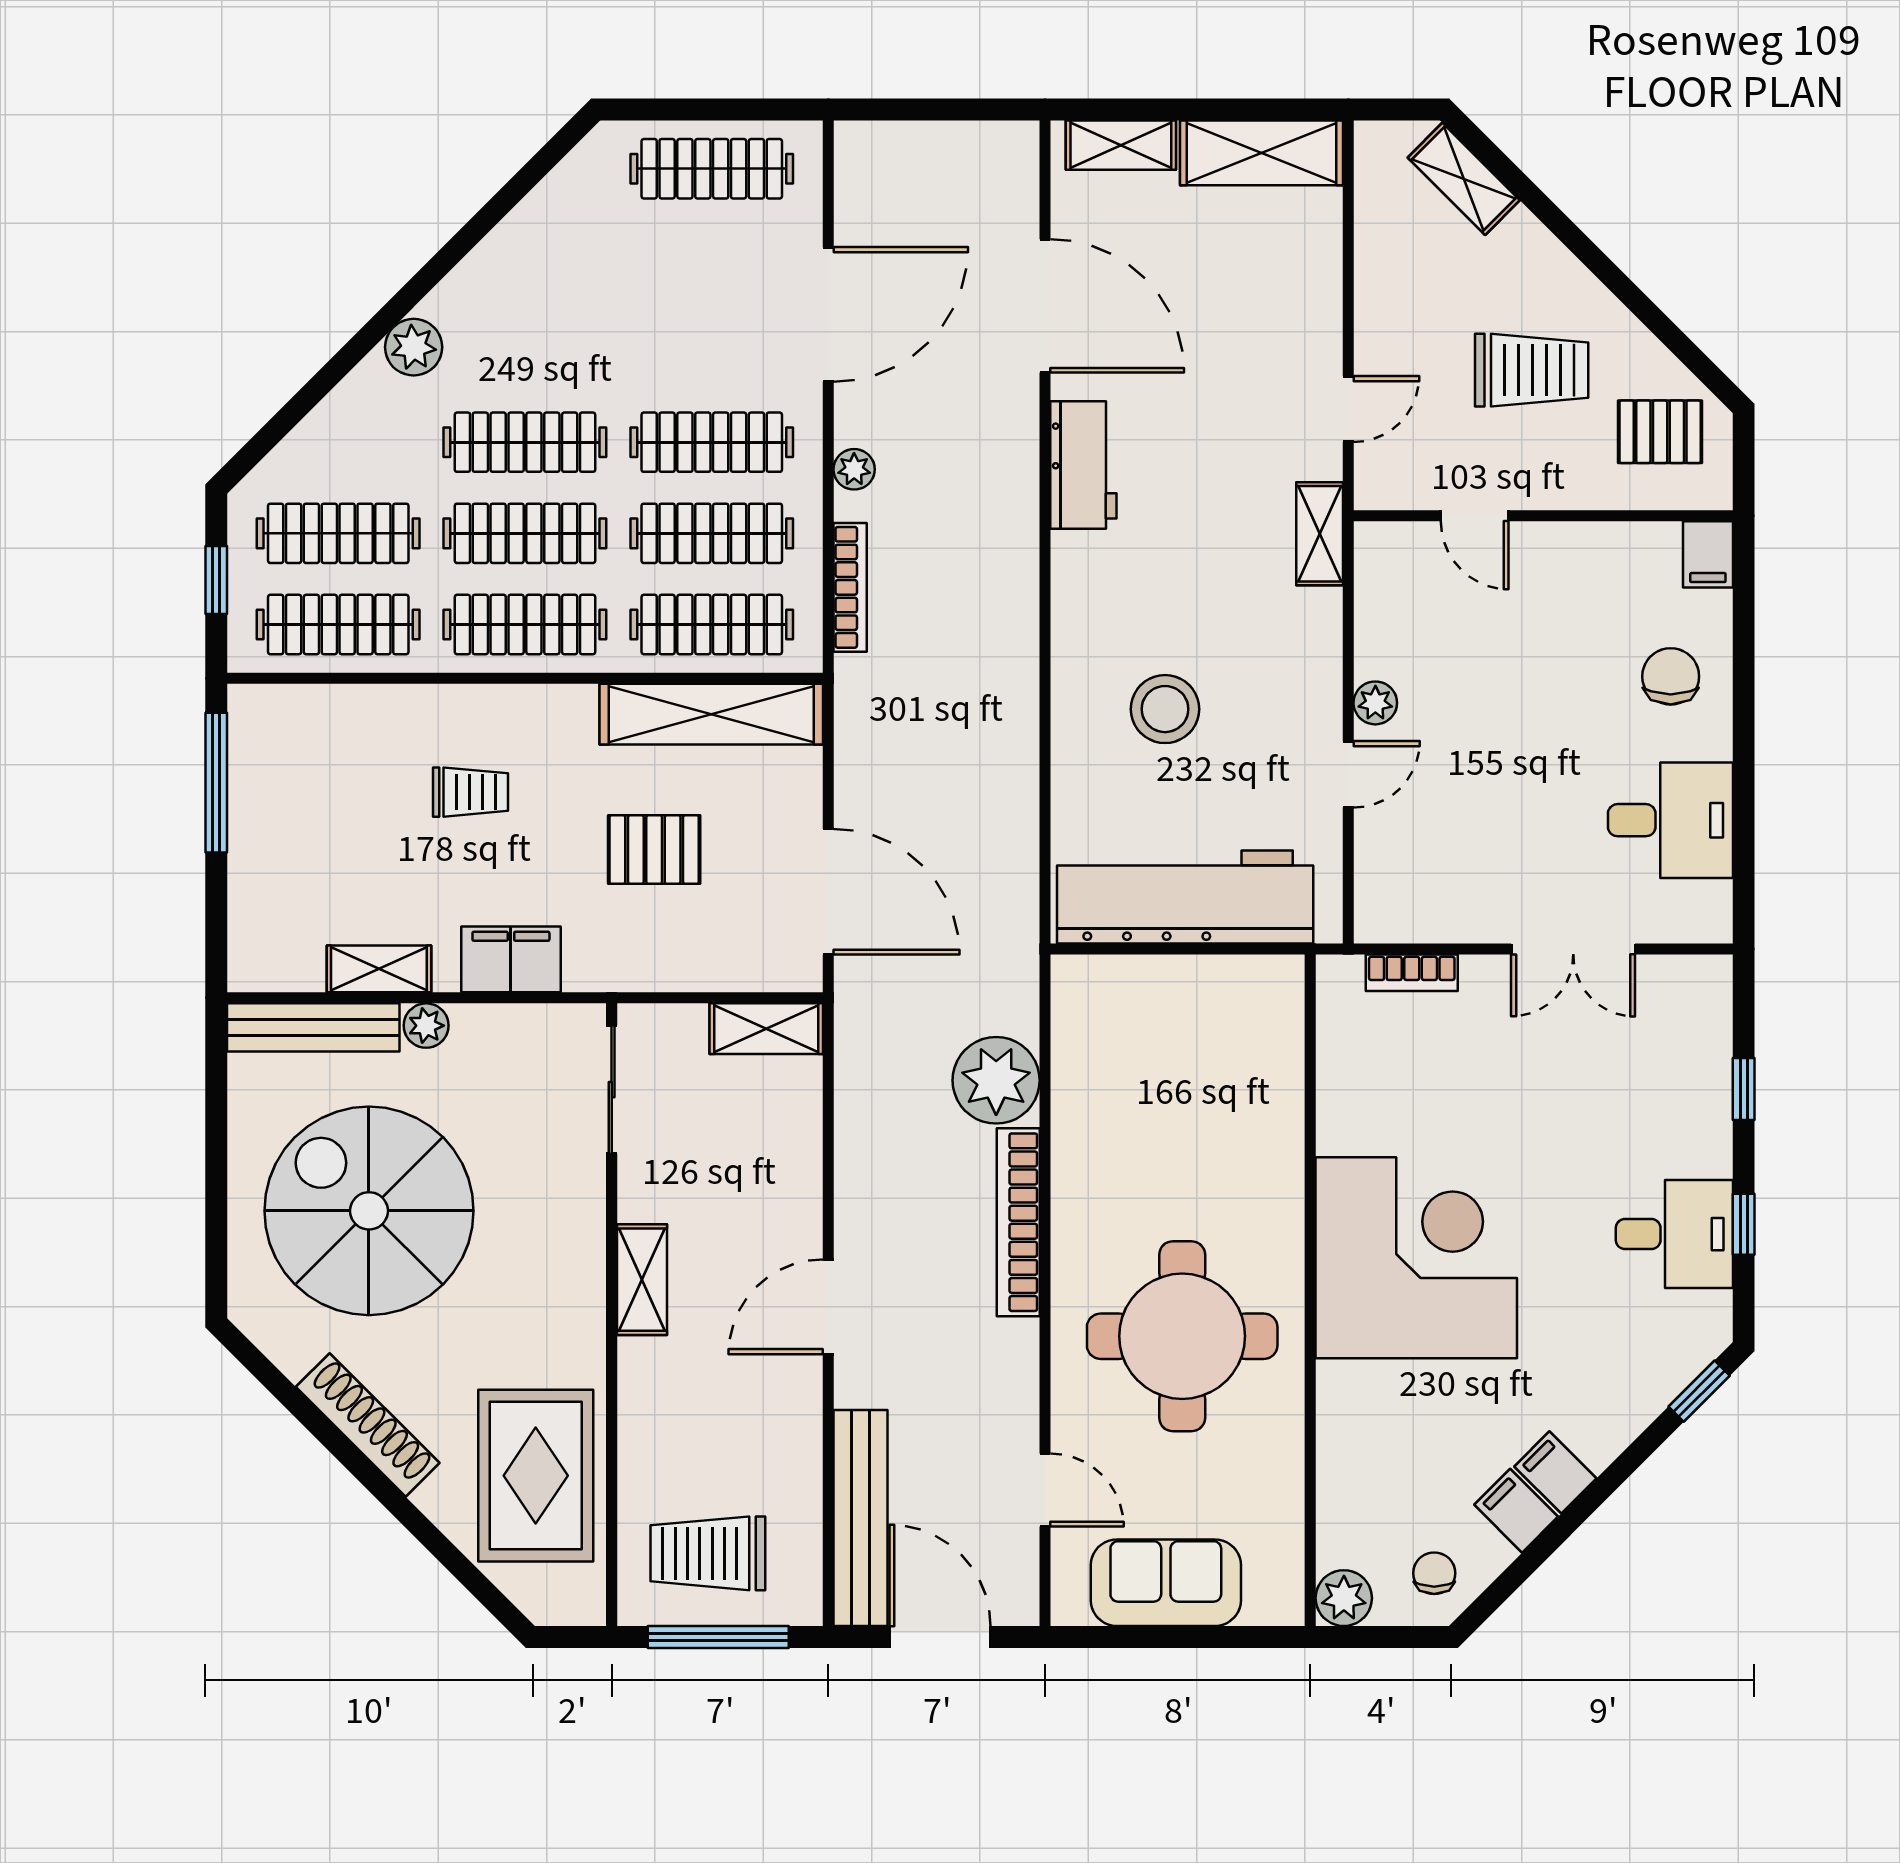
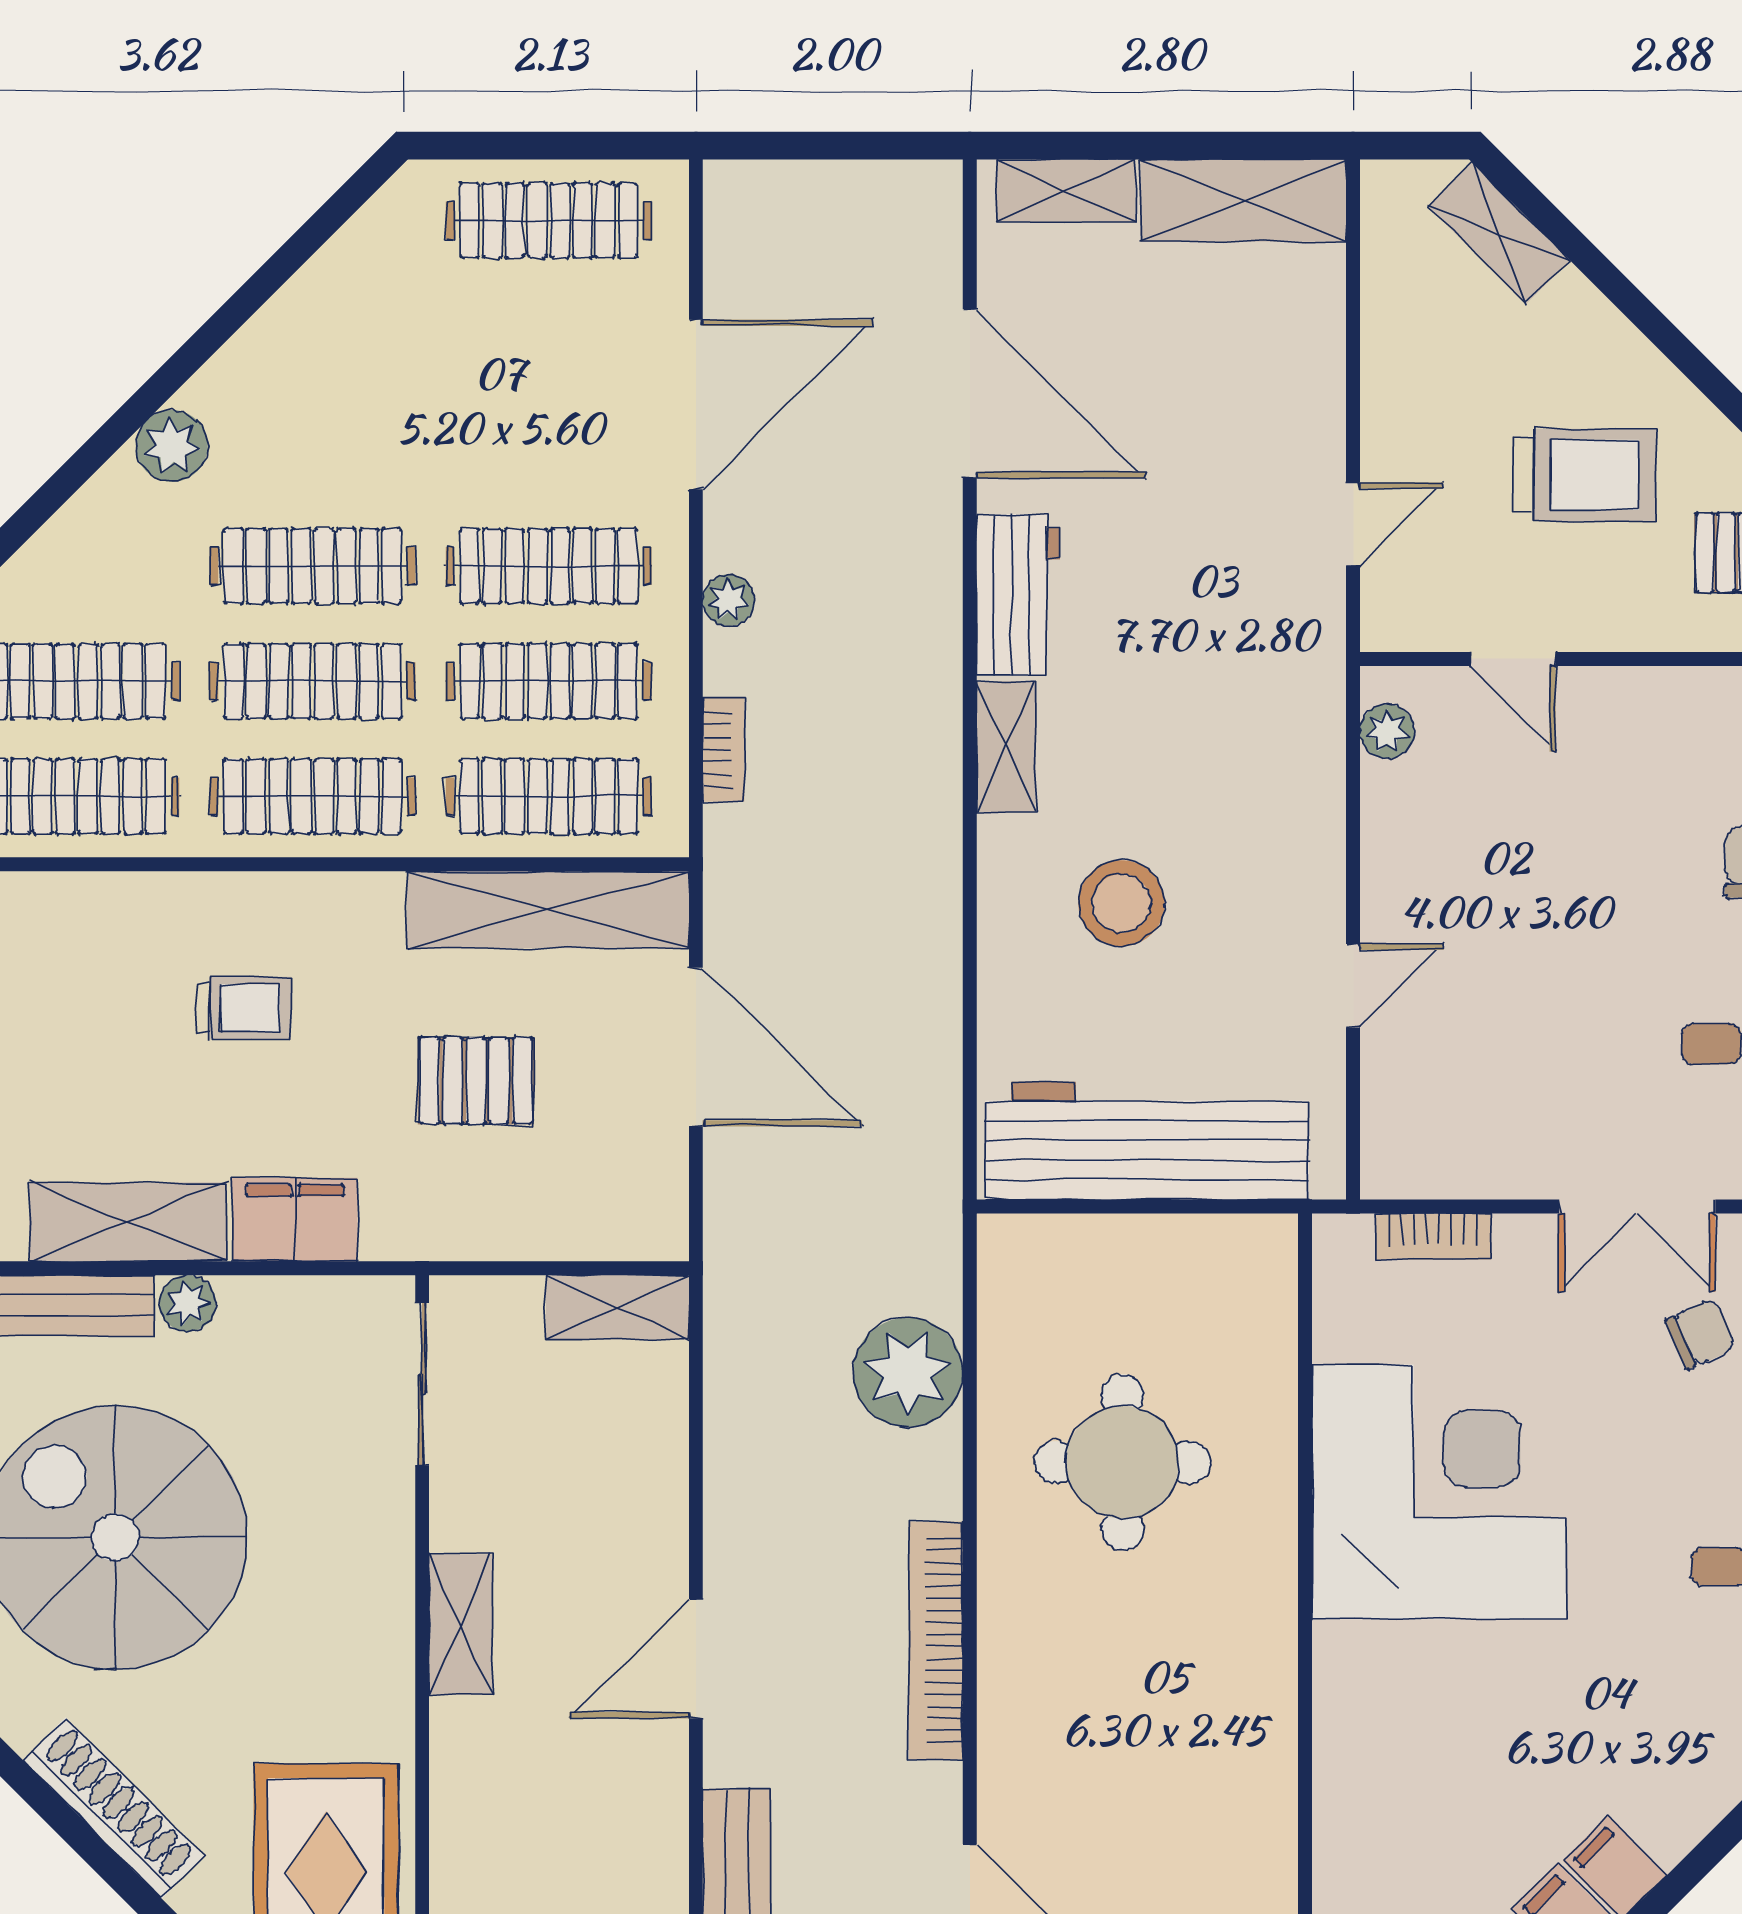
shelving: (1320, 534) -> (1006, 746), moved
bookcase: (850, 587) -> (724, 749), width x0.64
plant: (1375, 703) -> (1387, 731), moved
door: (828, 892) -> (696, 1047), moved
shelving: (379, 969) -> (128, 1222), width x1.50, depth x1.33
chair: (1623, 1050) -> (1701, 1334), added
bookcase: (1018, 1222) -> (936, 1641), moved
corner desk: (1416, 1258) -> (1439, 1492), moved
round table: (1182, 1336) -> (1122, 1462), moved, width x0.73, depth x0.73

